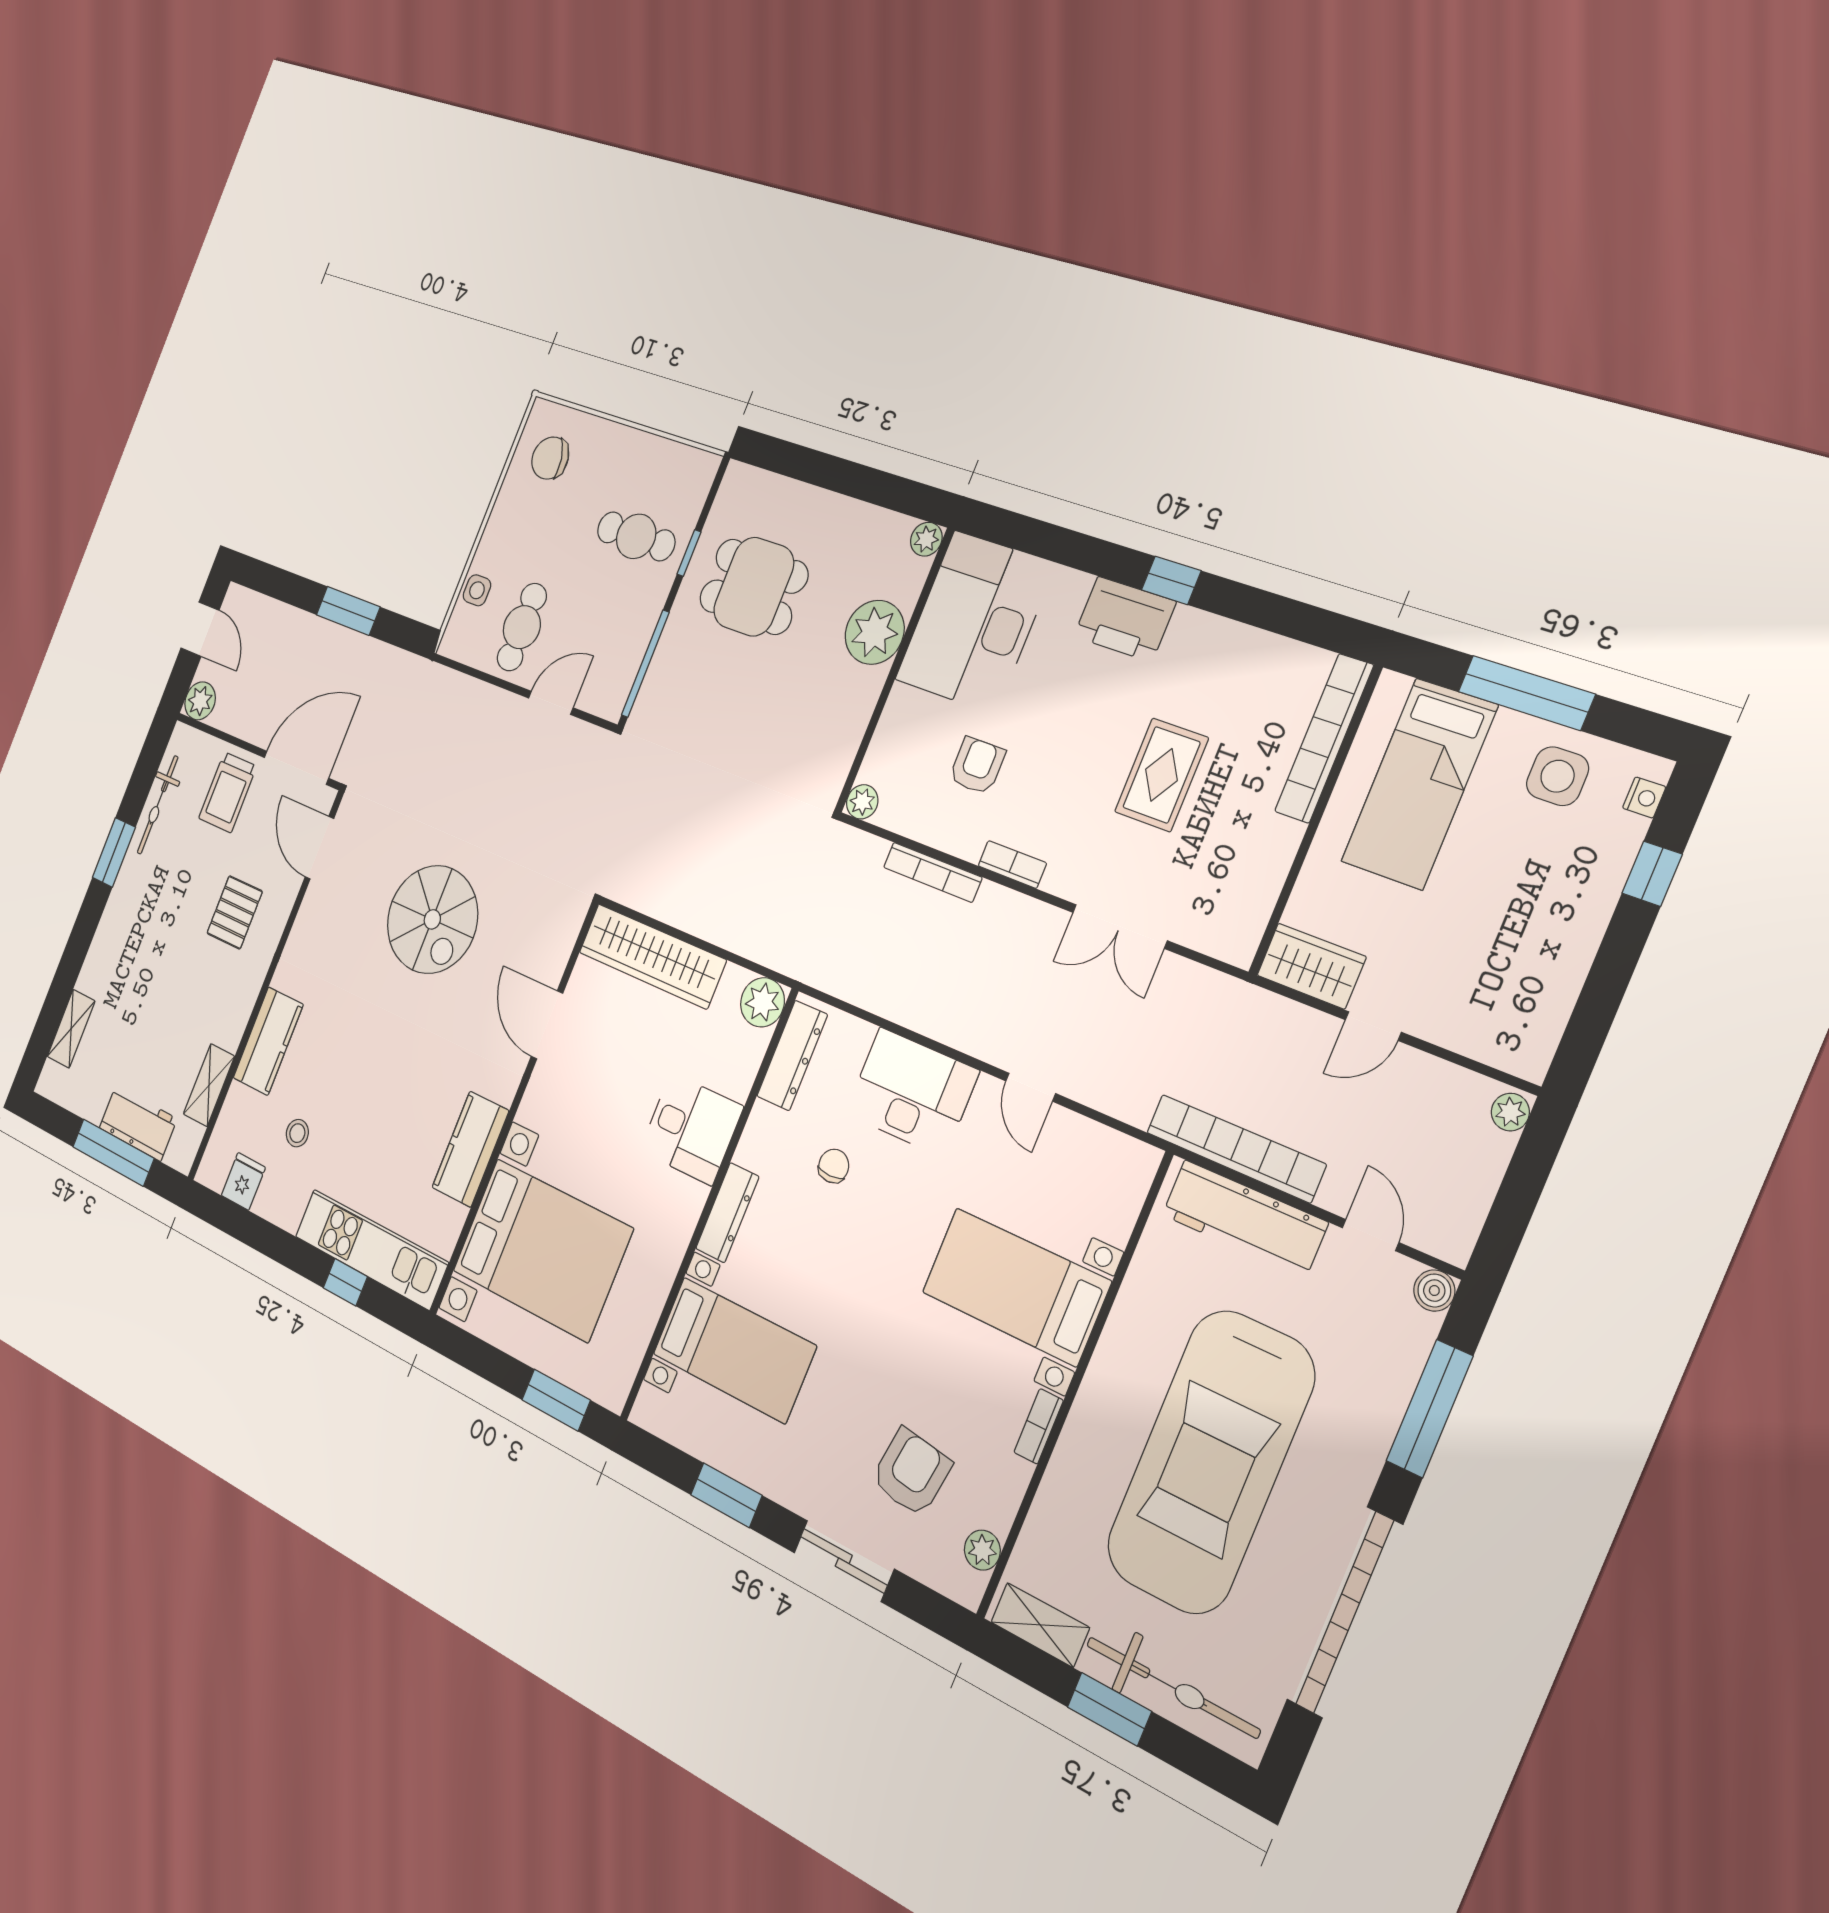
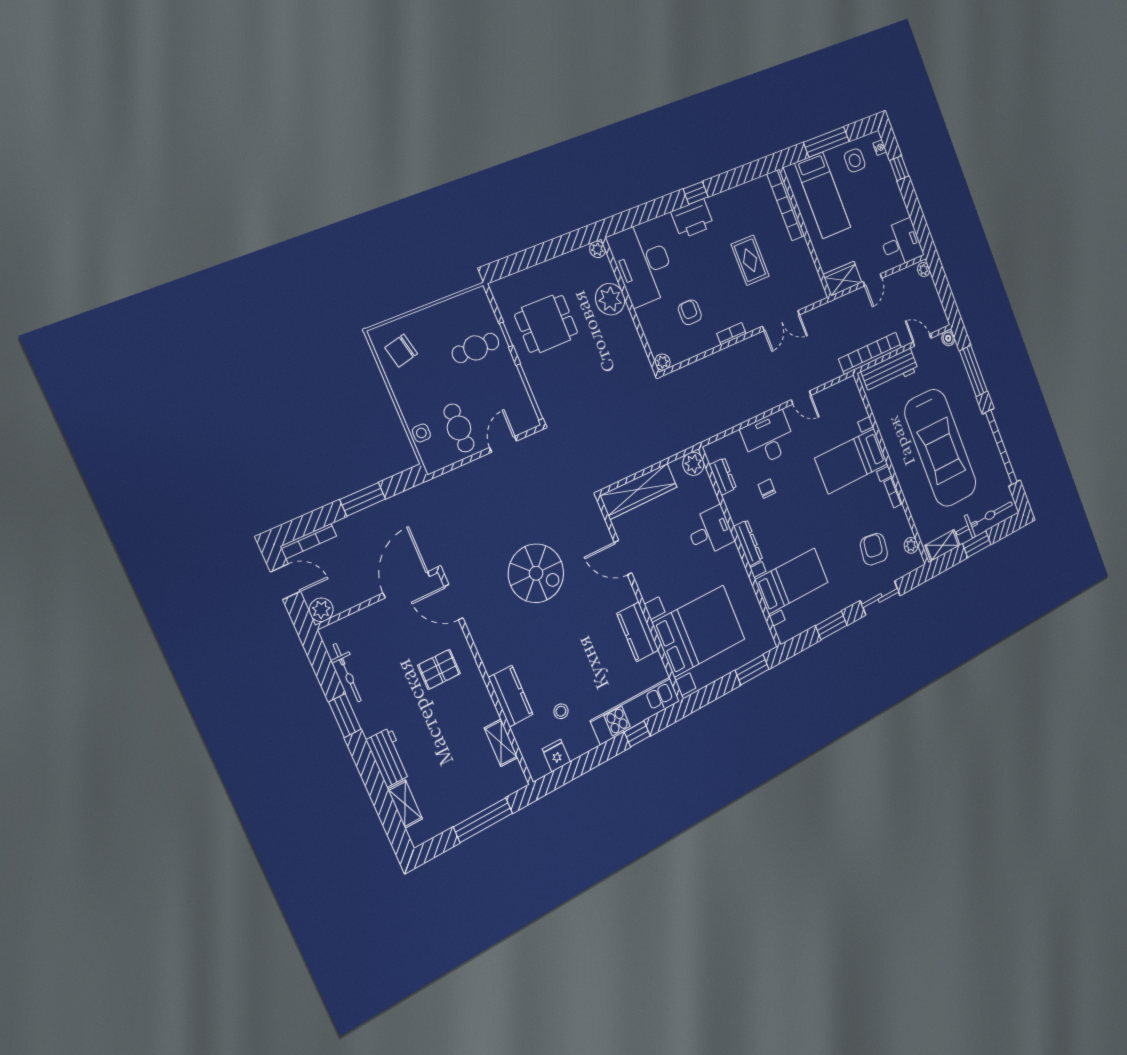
trolley: (228, 792) -> (381, 630), removed
bookcase: (933, 872) -> (308, 541), moved
pallet: (235, 912) -> (439, 669), turned 90
desk: (1508, 1017) -> (901, 243), added
dresser: (792, 1055) -> (723, 476), width x0.70
workbench: (138, 1123) -> (389, 757), moved, turned 90

